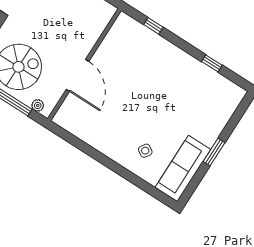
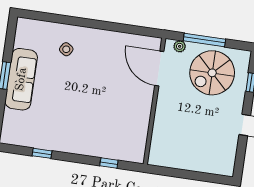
door: (78, 75) -> (159, 69), moved
sofa: (183, 169) -> (21, 79), moved

